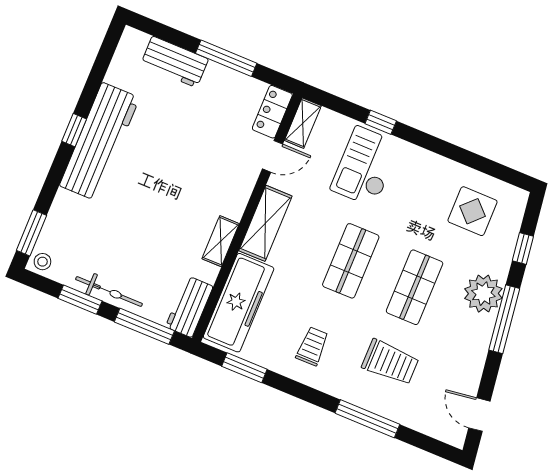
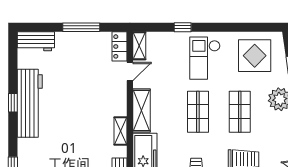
workbench: (175, 62) -> (36, 41), moved
checkout: (365, 167) -> (205, 58), moved
display table: (473, 211) -> (255, 56), width x1.36, depth x1.36

